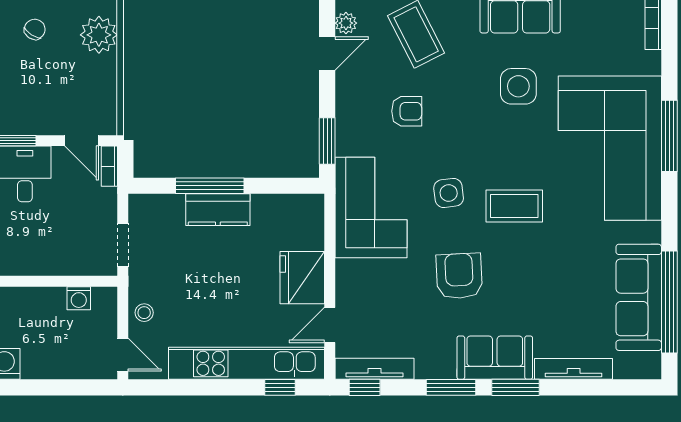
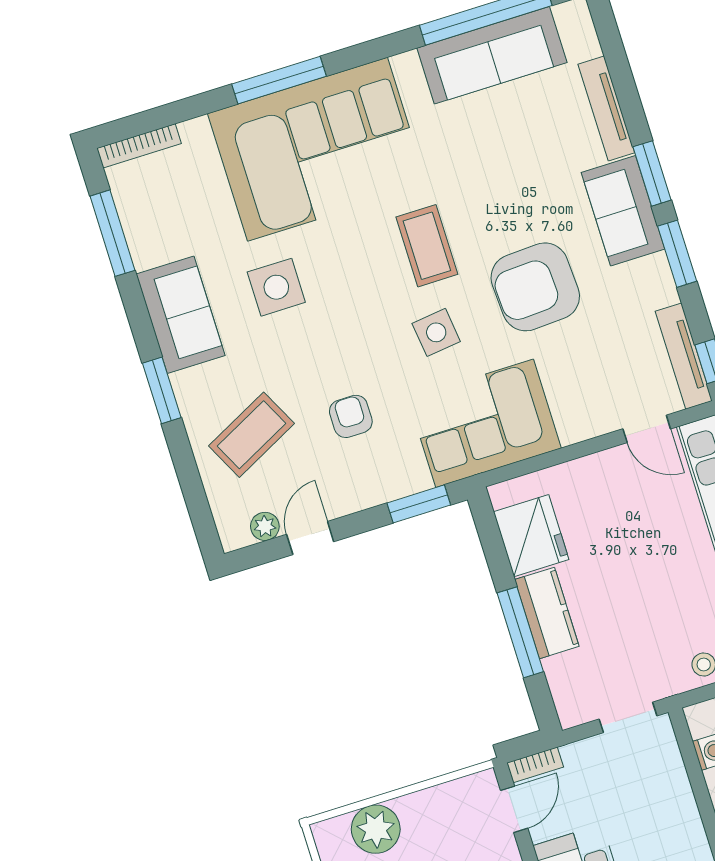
door: (327, 54) -> (310, 538), hinge flipped
armchair: (459, 276) -> (535, 287), width x1.36, depth x1.36
fridge: (302, 278) -> (531, 536), moved, turned -90

